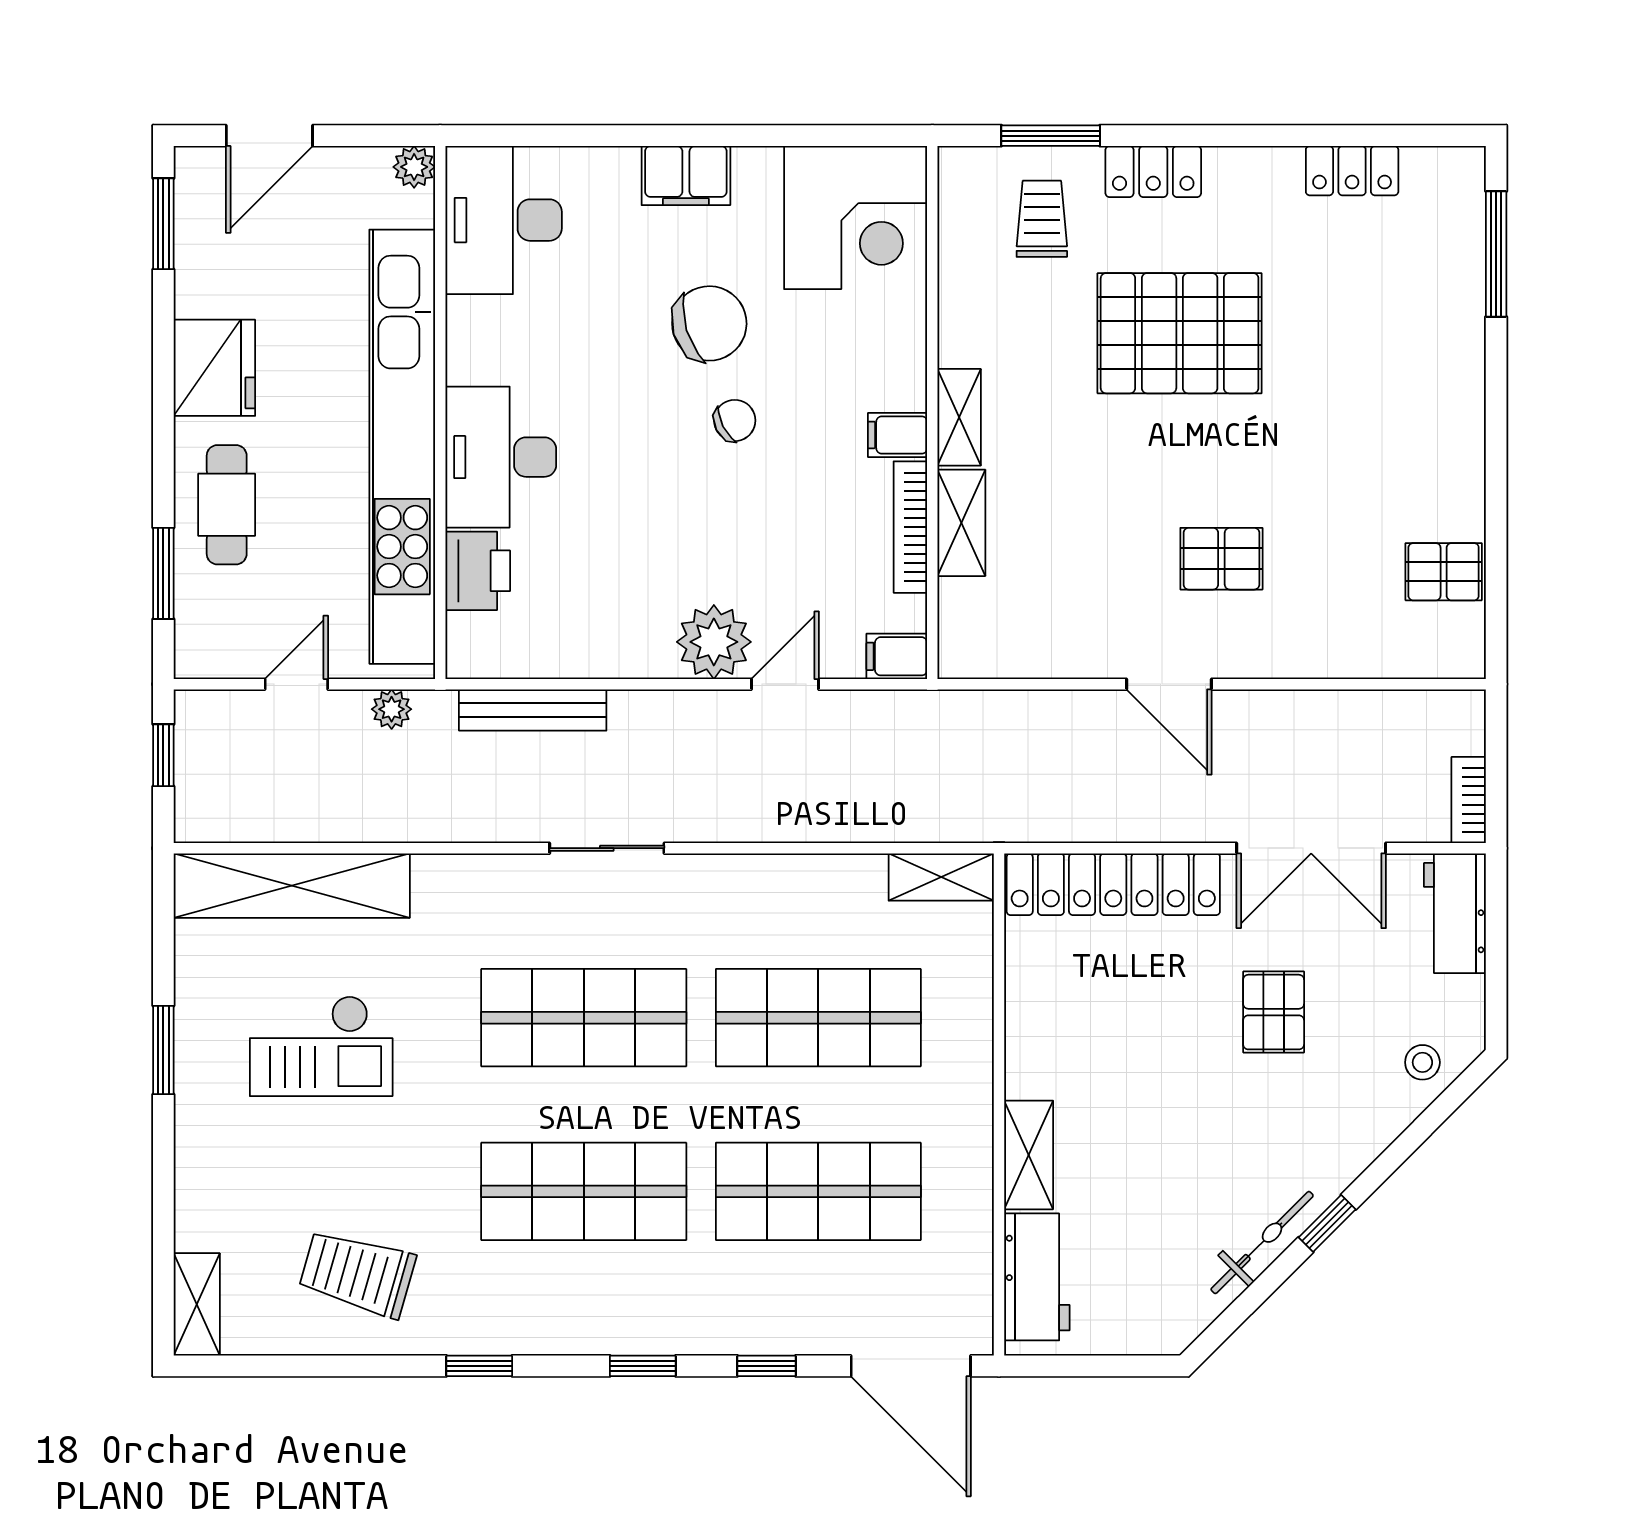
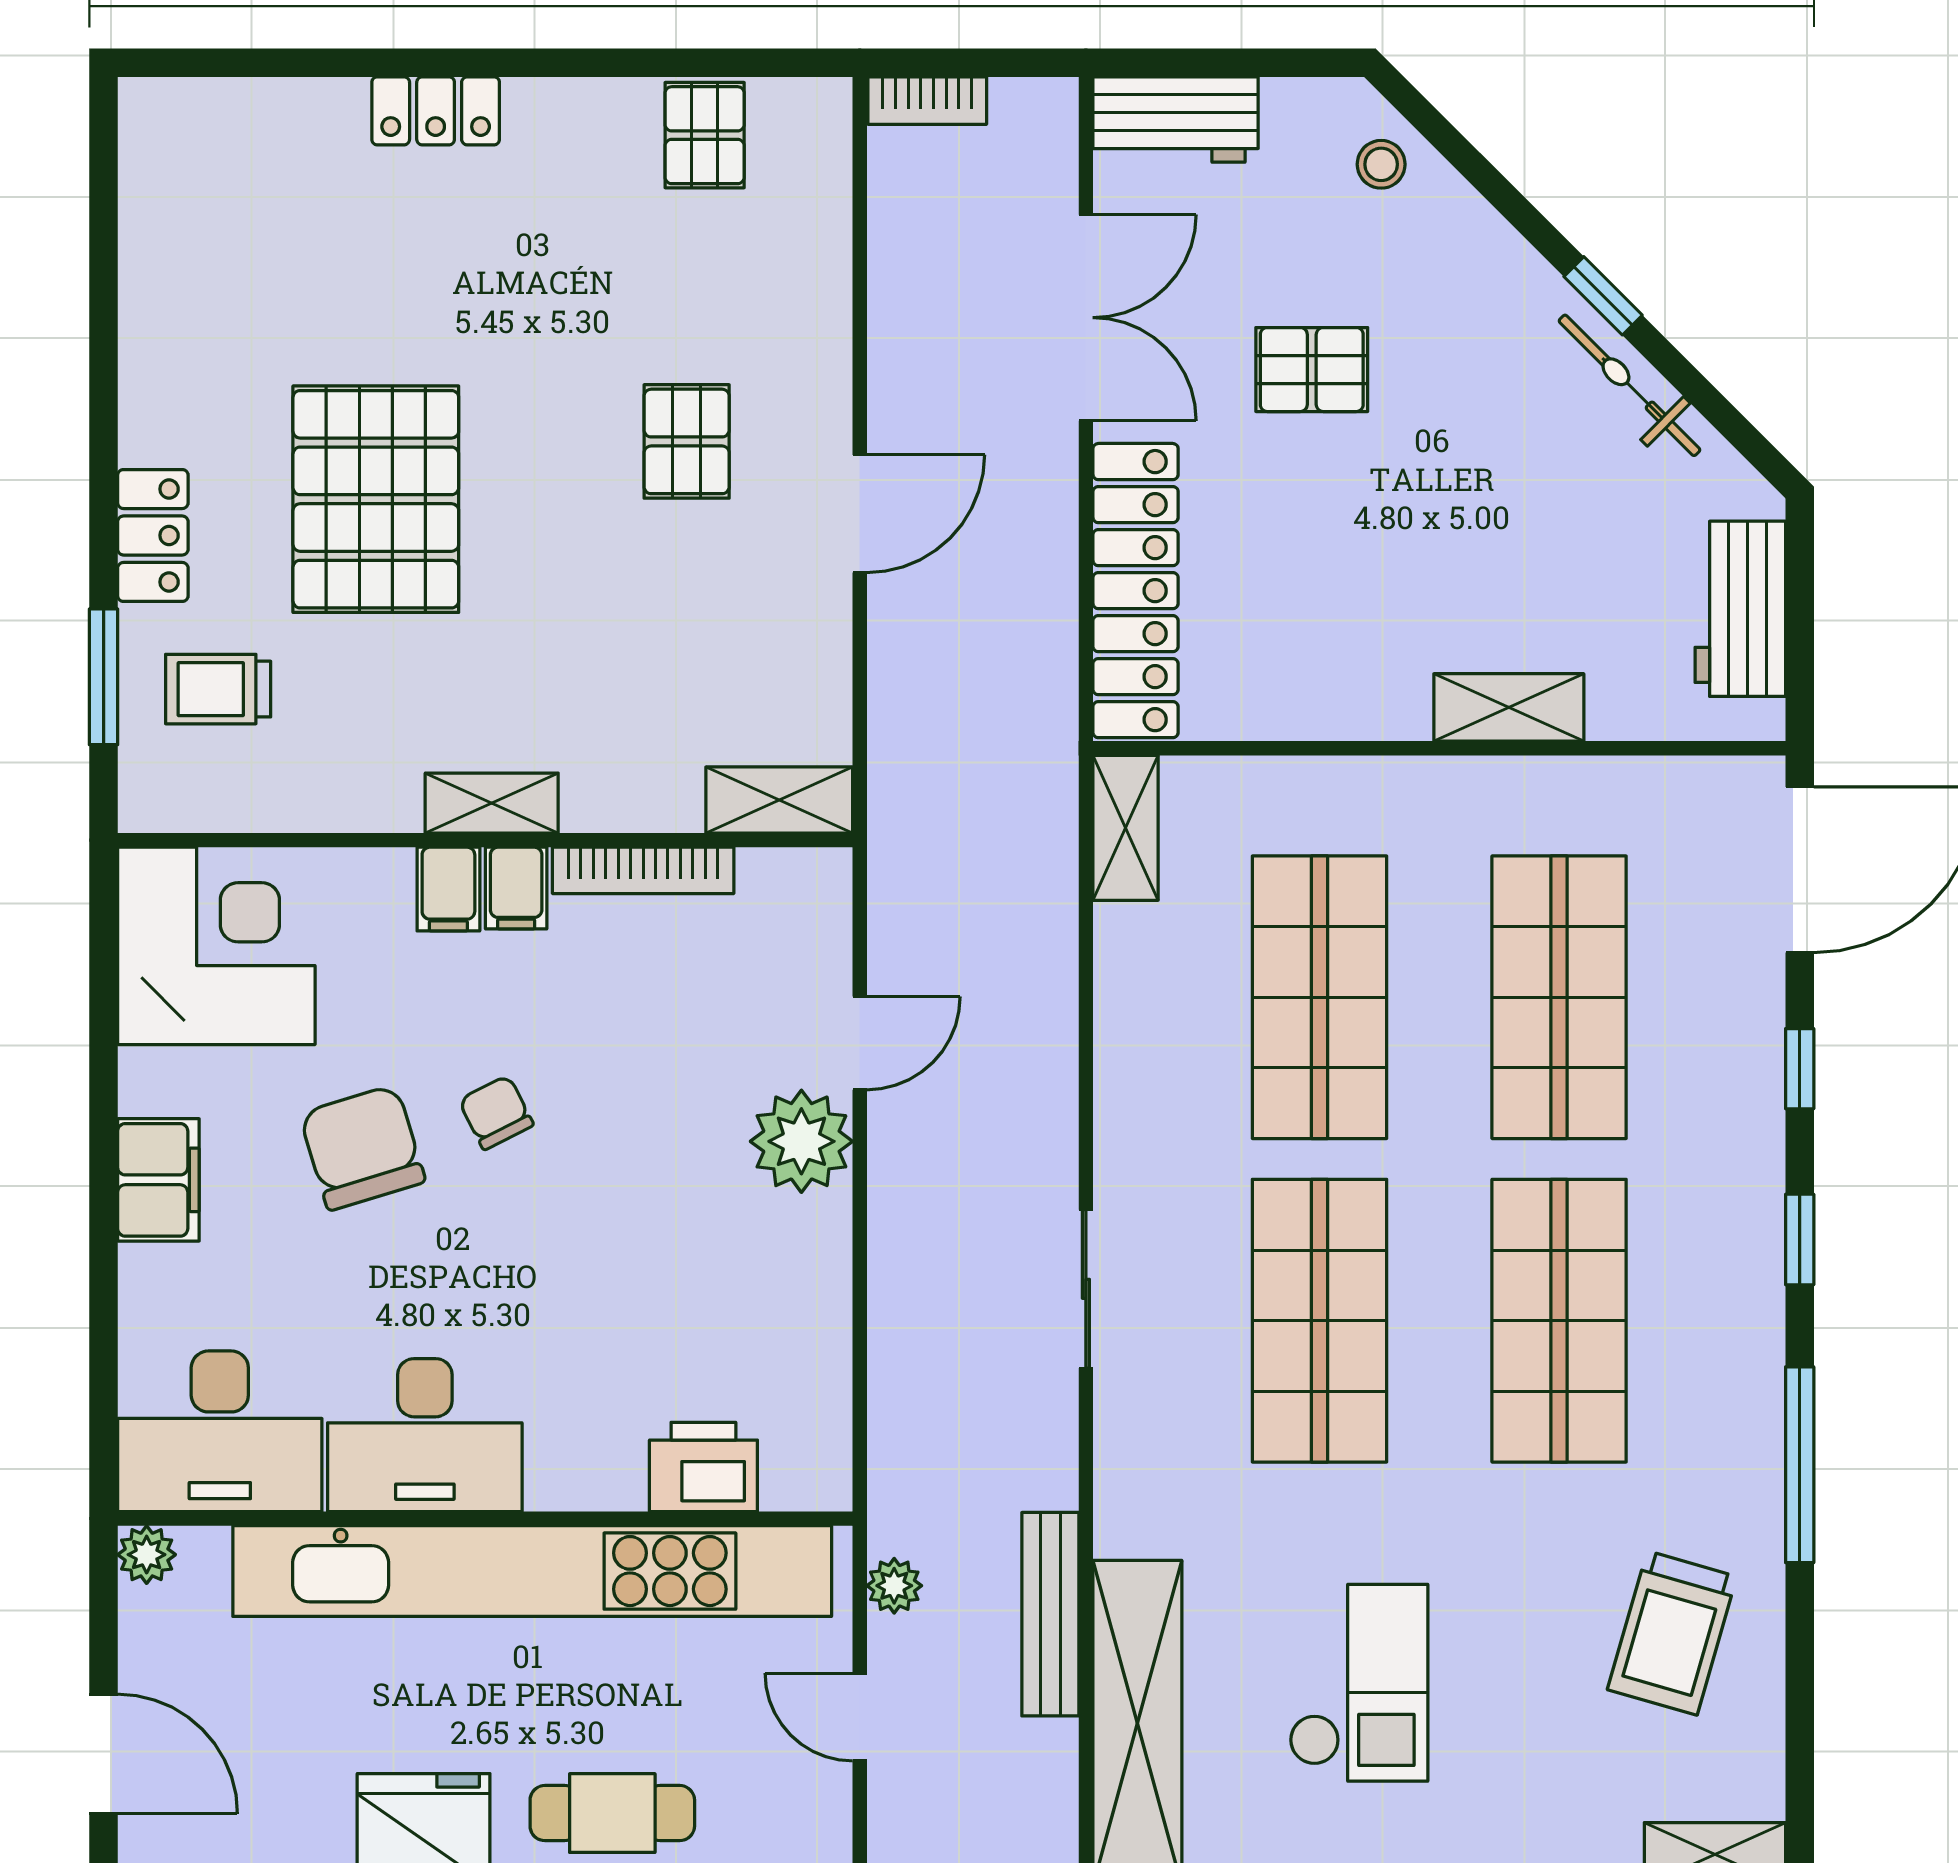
locker: (1352, 171) -> (436, 111), moved, turned 90
window: (1496, 254) -> (266, 63), removed
desk: (501, 457) -> (425, 1435), moved
shelving: (961, 523) -> (779, 800), moved
filing cabinet: (897, 656) -> (448, 889), moved
door: (785, 684) -> (860, 1043), swing flipped
bench: (533, 710) -> (1050, 1614), moved
bookcase: (1469, 800) -> (927, 101), moved
workbench: (1037, 1277) -> (1740, 609), moved, turned -90
window: (479, 1366) -> (1800, 1465), width x2.17

